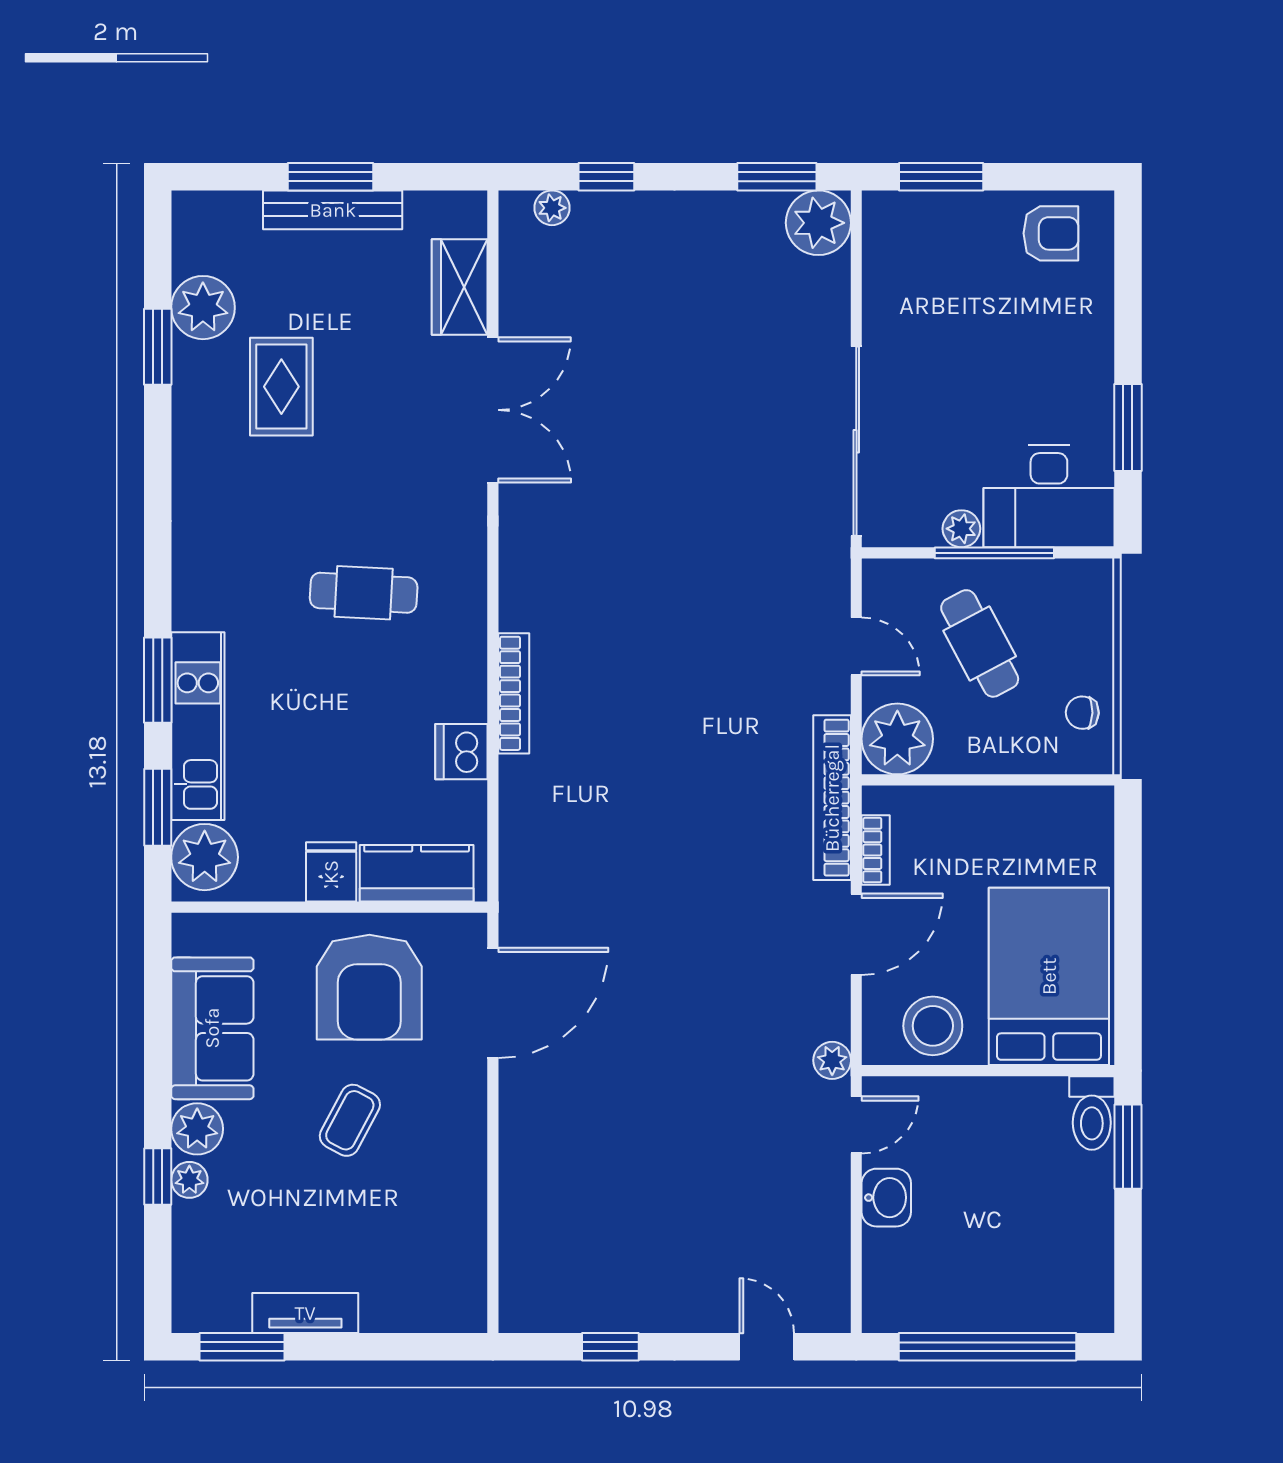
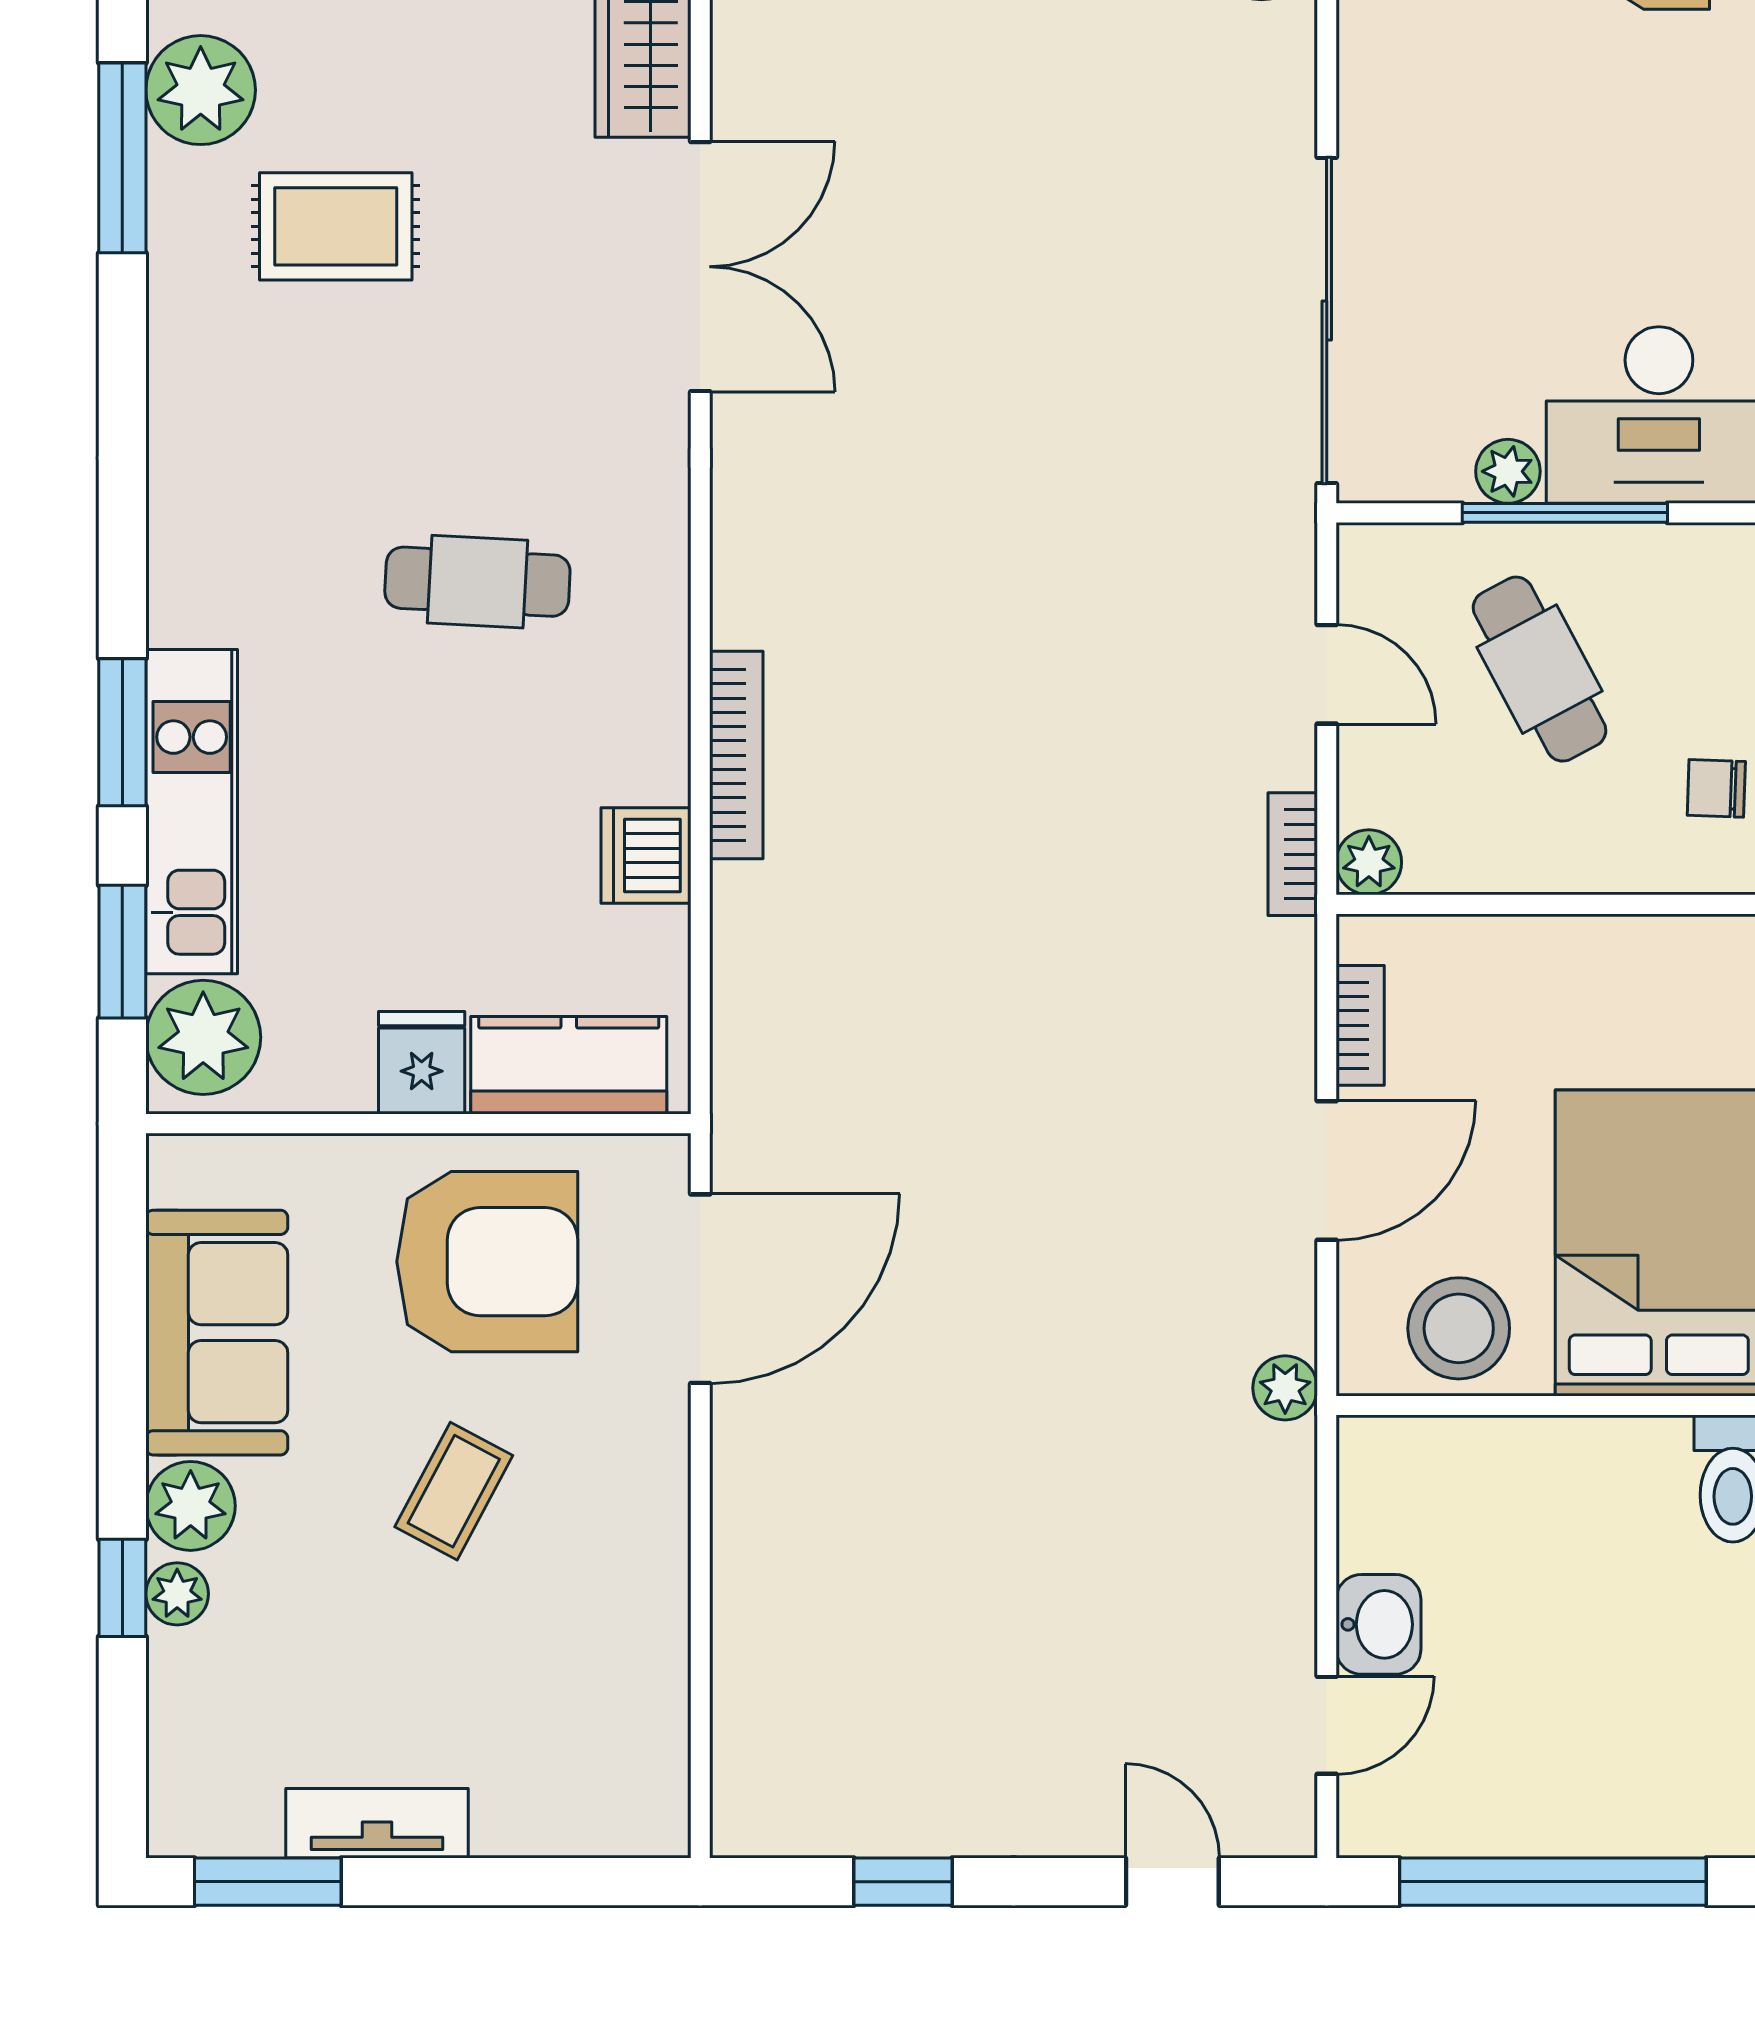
window: (158, 347) -> (122, 158), width x1.44
rug: (281, 387) -> (336, 226), turned 90
plant: (897, 739) -> (1369, 862), width x0.53, depth x0.53
bookcase: (832, 798) -> (1293, 854), width x0.43, depth x0.76
armchair: (369, 987) -> (487, 1262), turned -90
door: (856, 1125) -> (1327, 1725), moved

